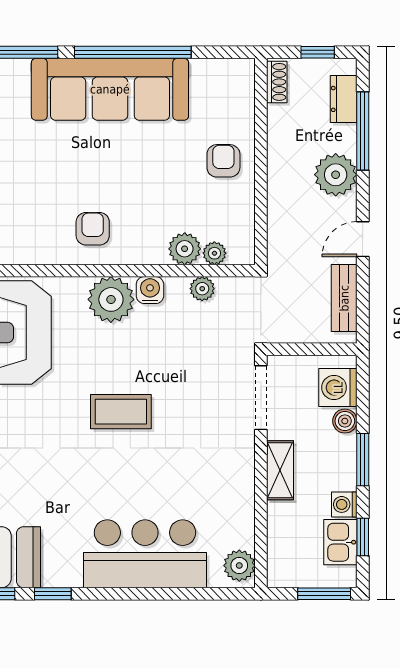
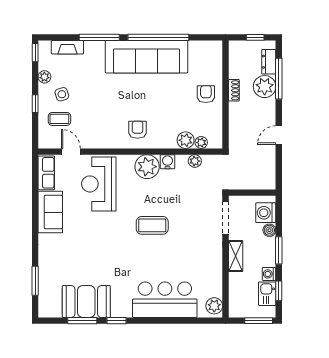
shoe rack: (277, 82) -> (234, 90), moved
plant: (336, 175) -> (265, 87), moved
bench: (344, 298) -> (269, 166), removed

